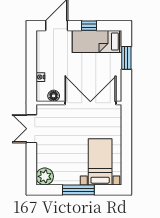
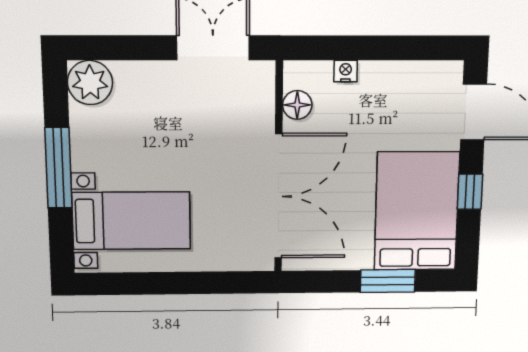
bed: (97, 41) -> (417, 211), width x1.50

